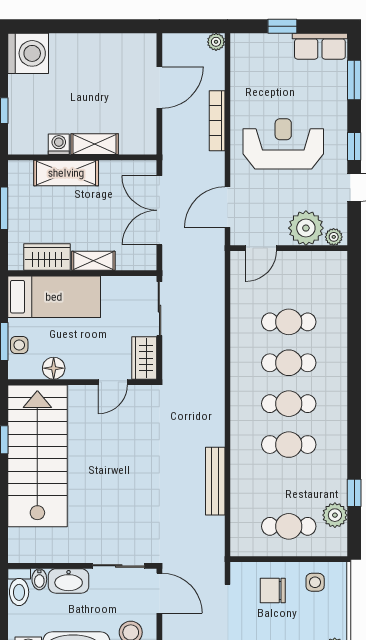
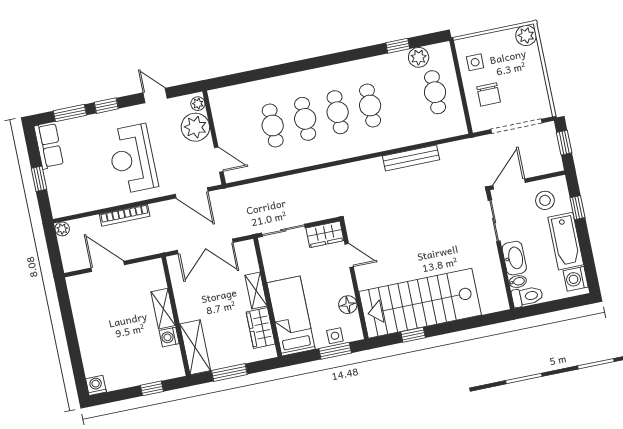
washing machine: (28, 53) -> (96, 385), width x0.53, depth x0.53
window: (354, 147) -> (106, 106), moved
shelving: (66, 173) -> (195, 347), moved

